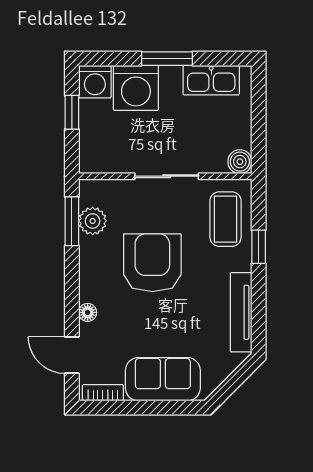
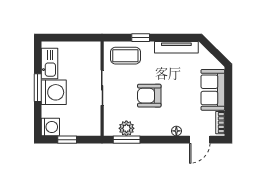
washing machine: (136, 88) -> (54, 92), moved
boiler: (240, 162) -> (94, 48), removed
armchair: (152, 263) -> (149, 96), width x0.73, depth x0.73

